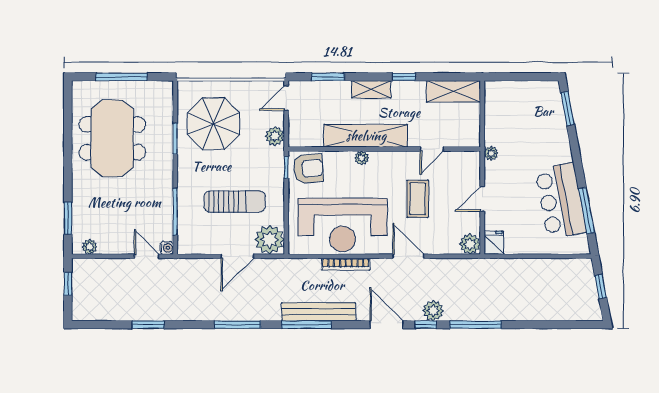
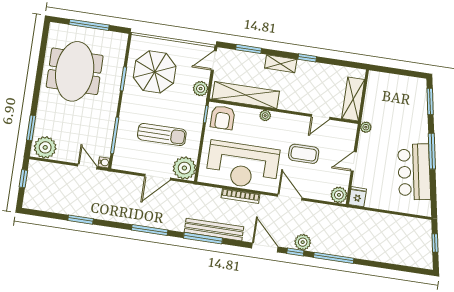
shelving: (453, 91) -> (353, 99), moved, turned 90
shelving: (366, 136) -> (246, 95), moved
armchair: (308, 169) -> (223, 118), turned 95
coffee table: (418, 199) -> (304, 154), turned 90
window: (587, 211) -> (432, 151), moved
plant: (90, 247) -> (45, 147), width x1.87, depth x1.87

